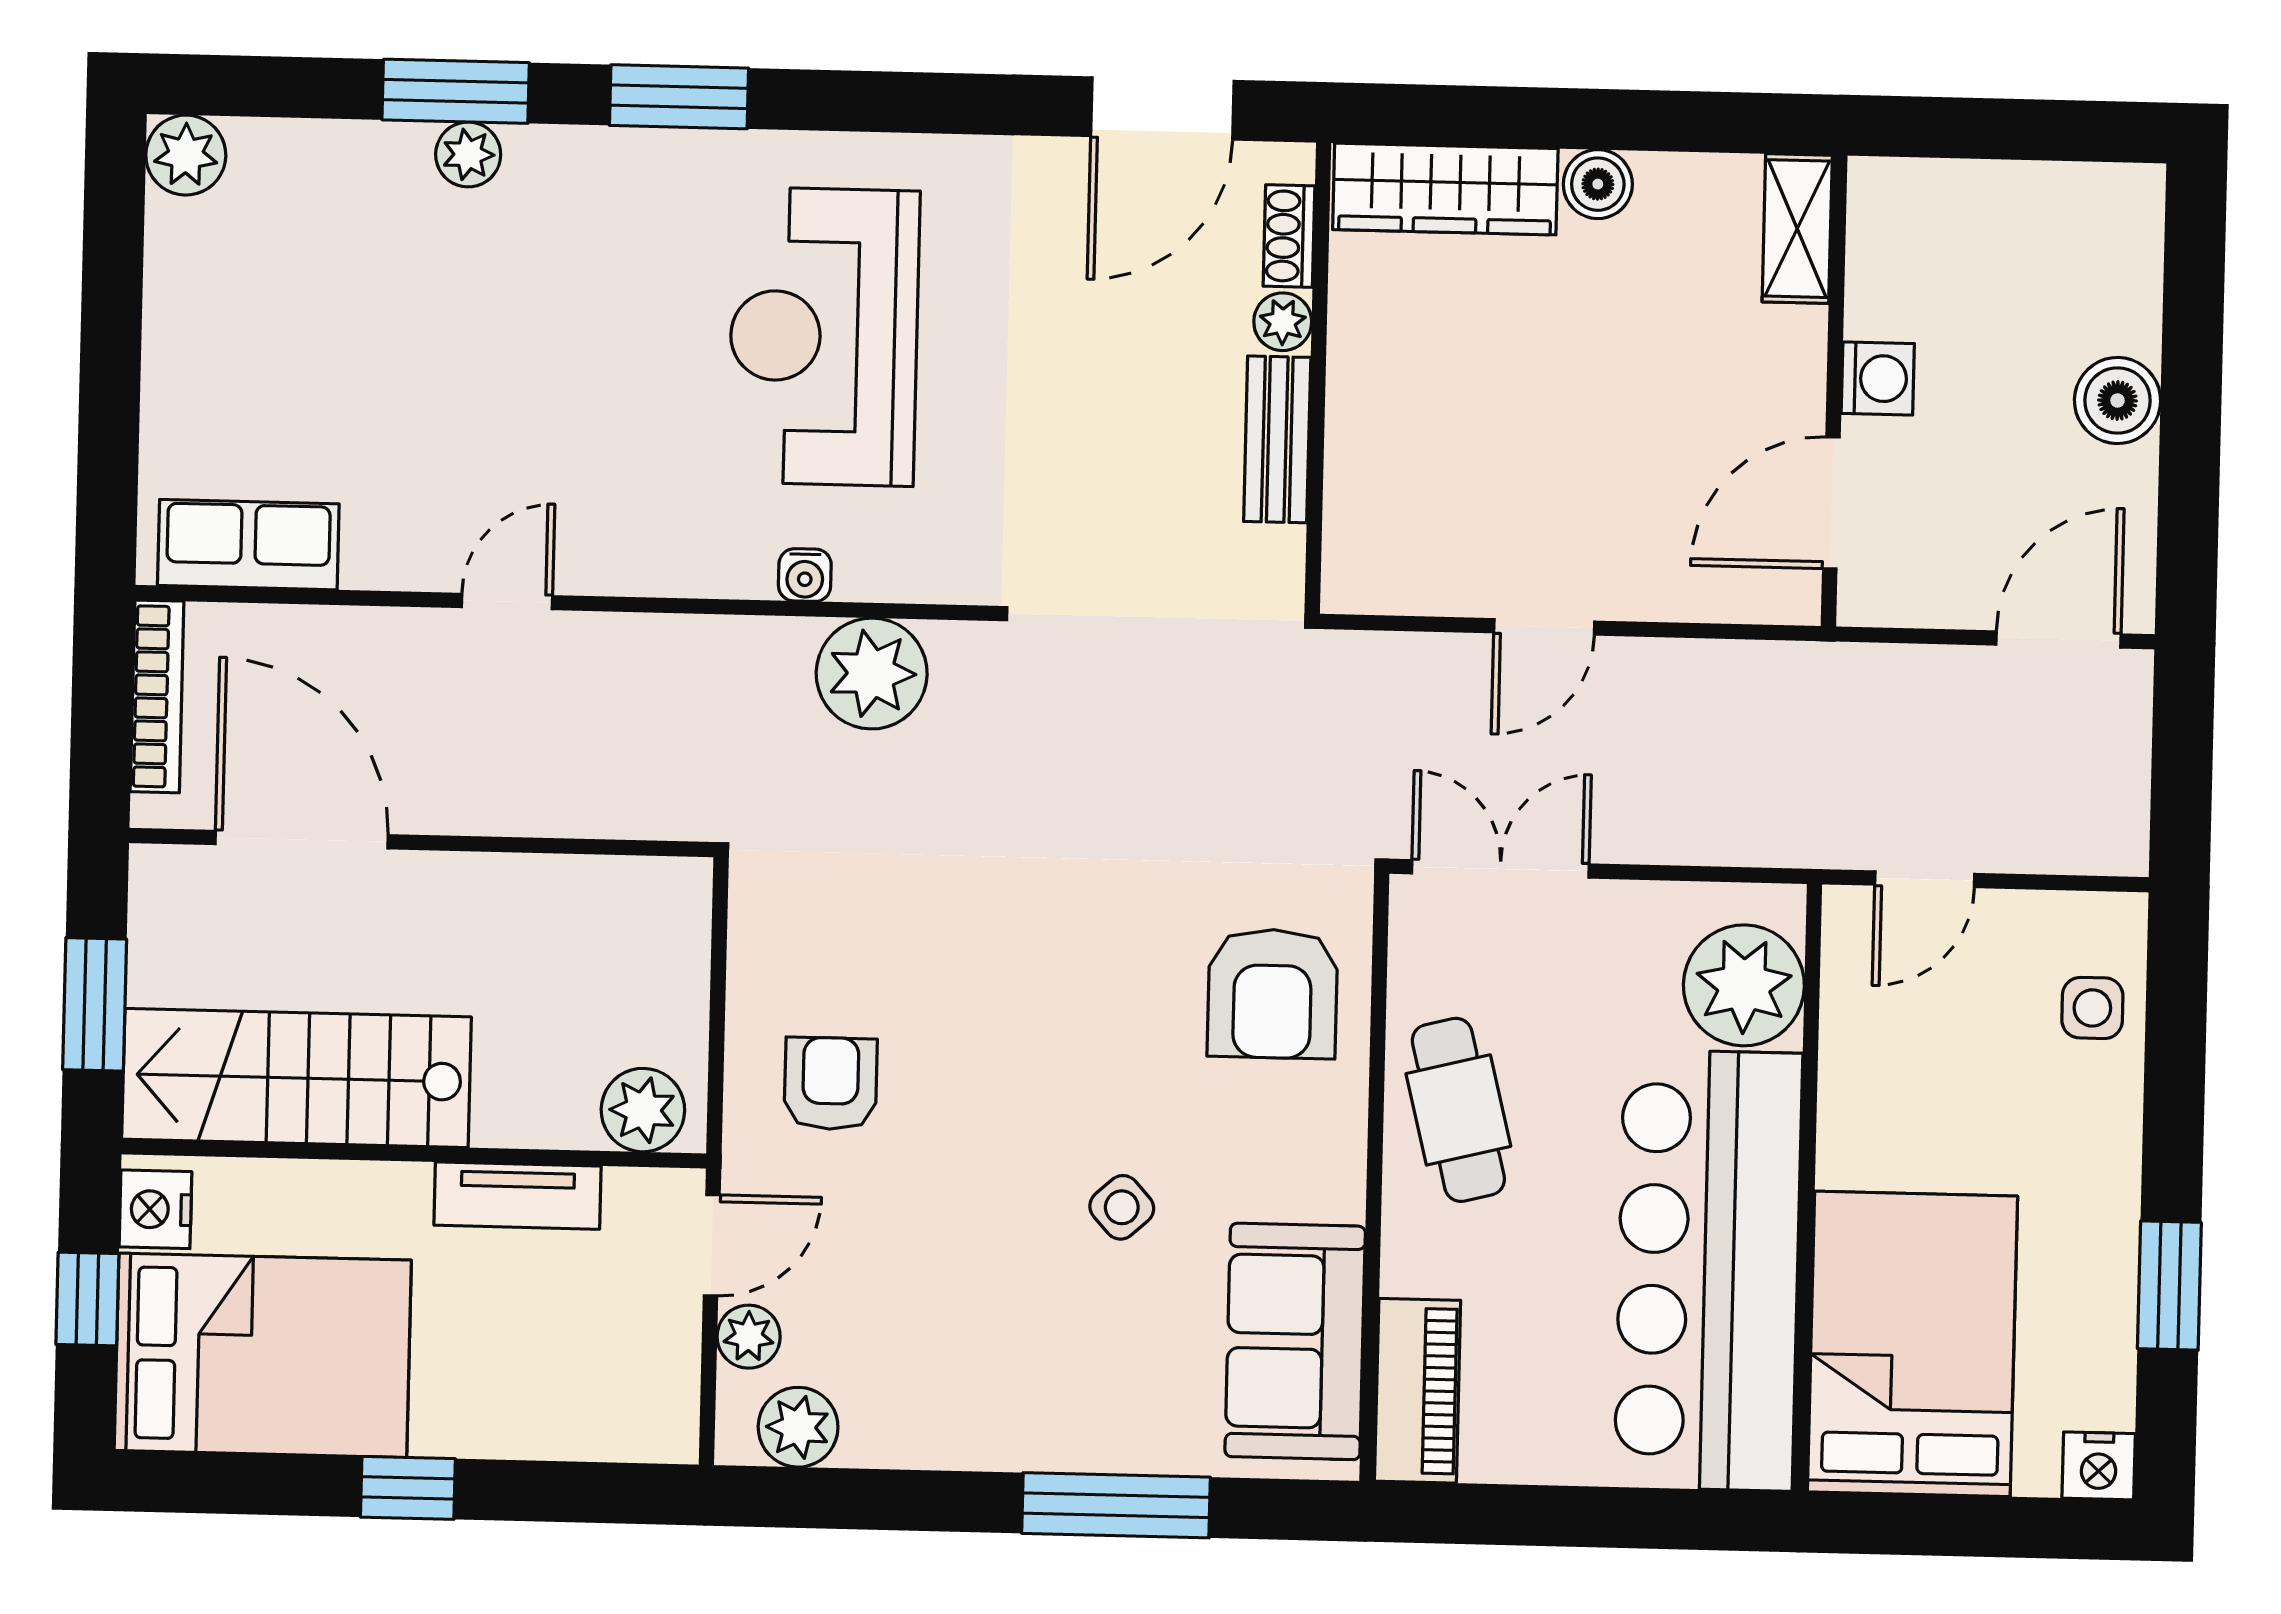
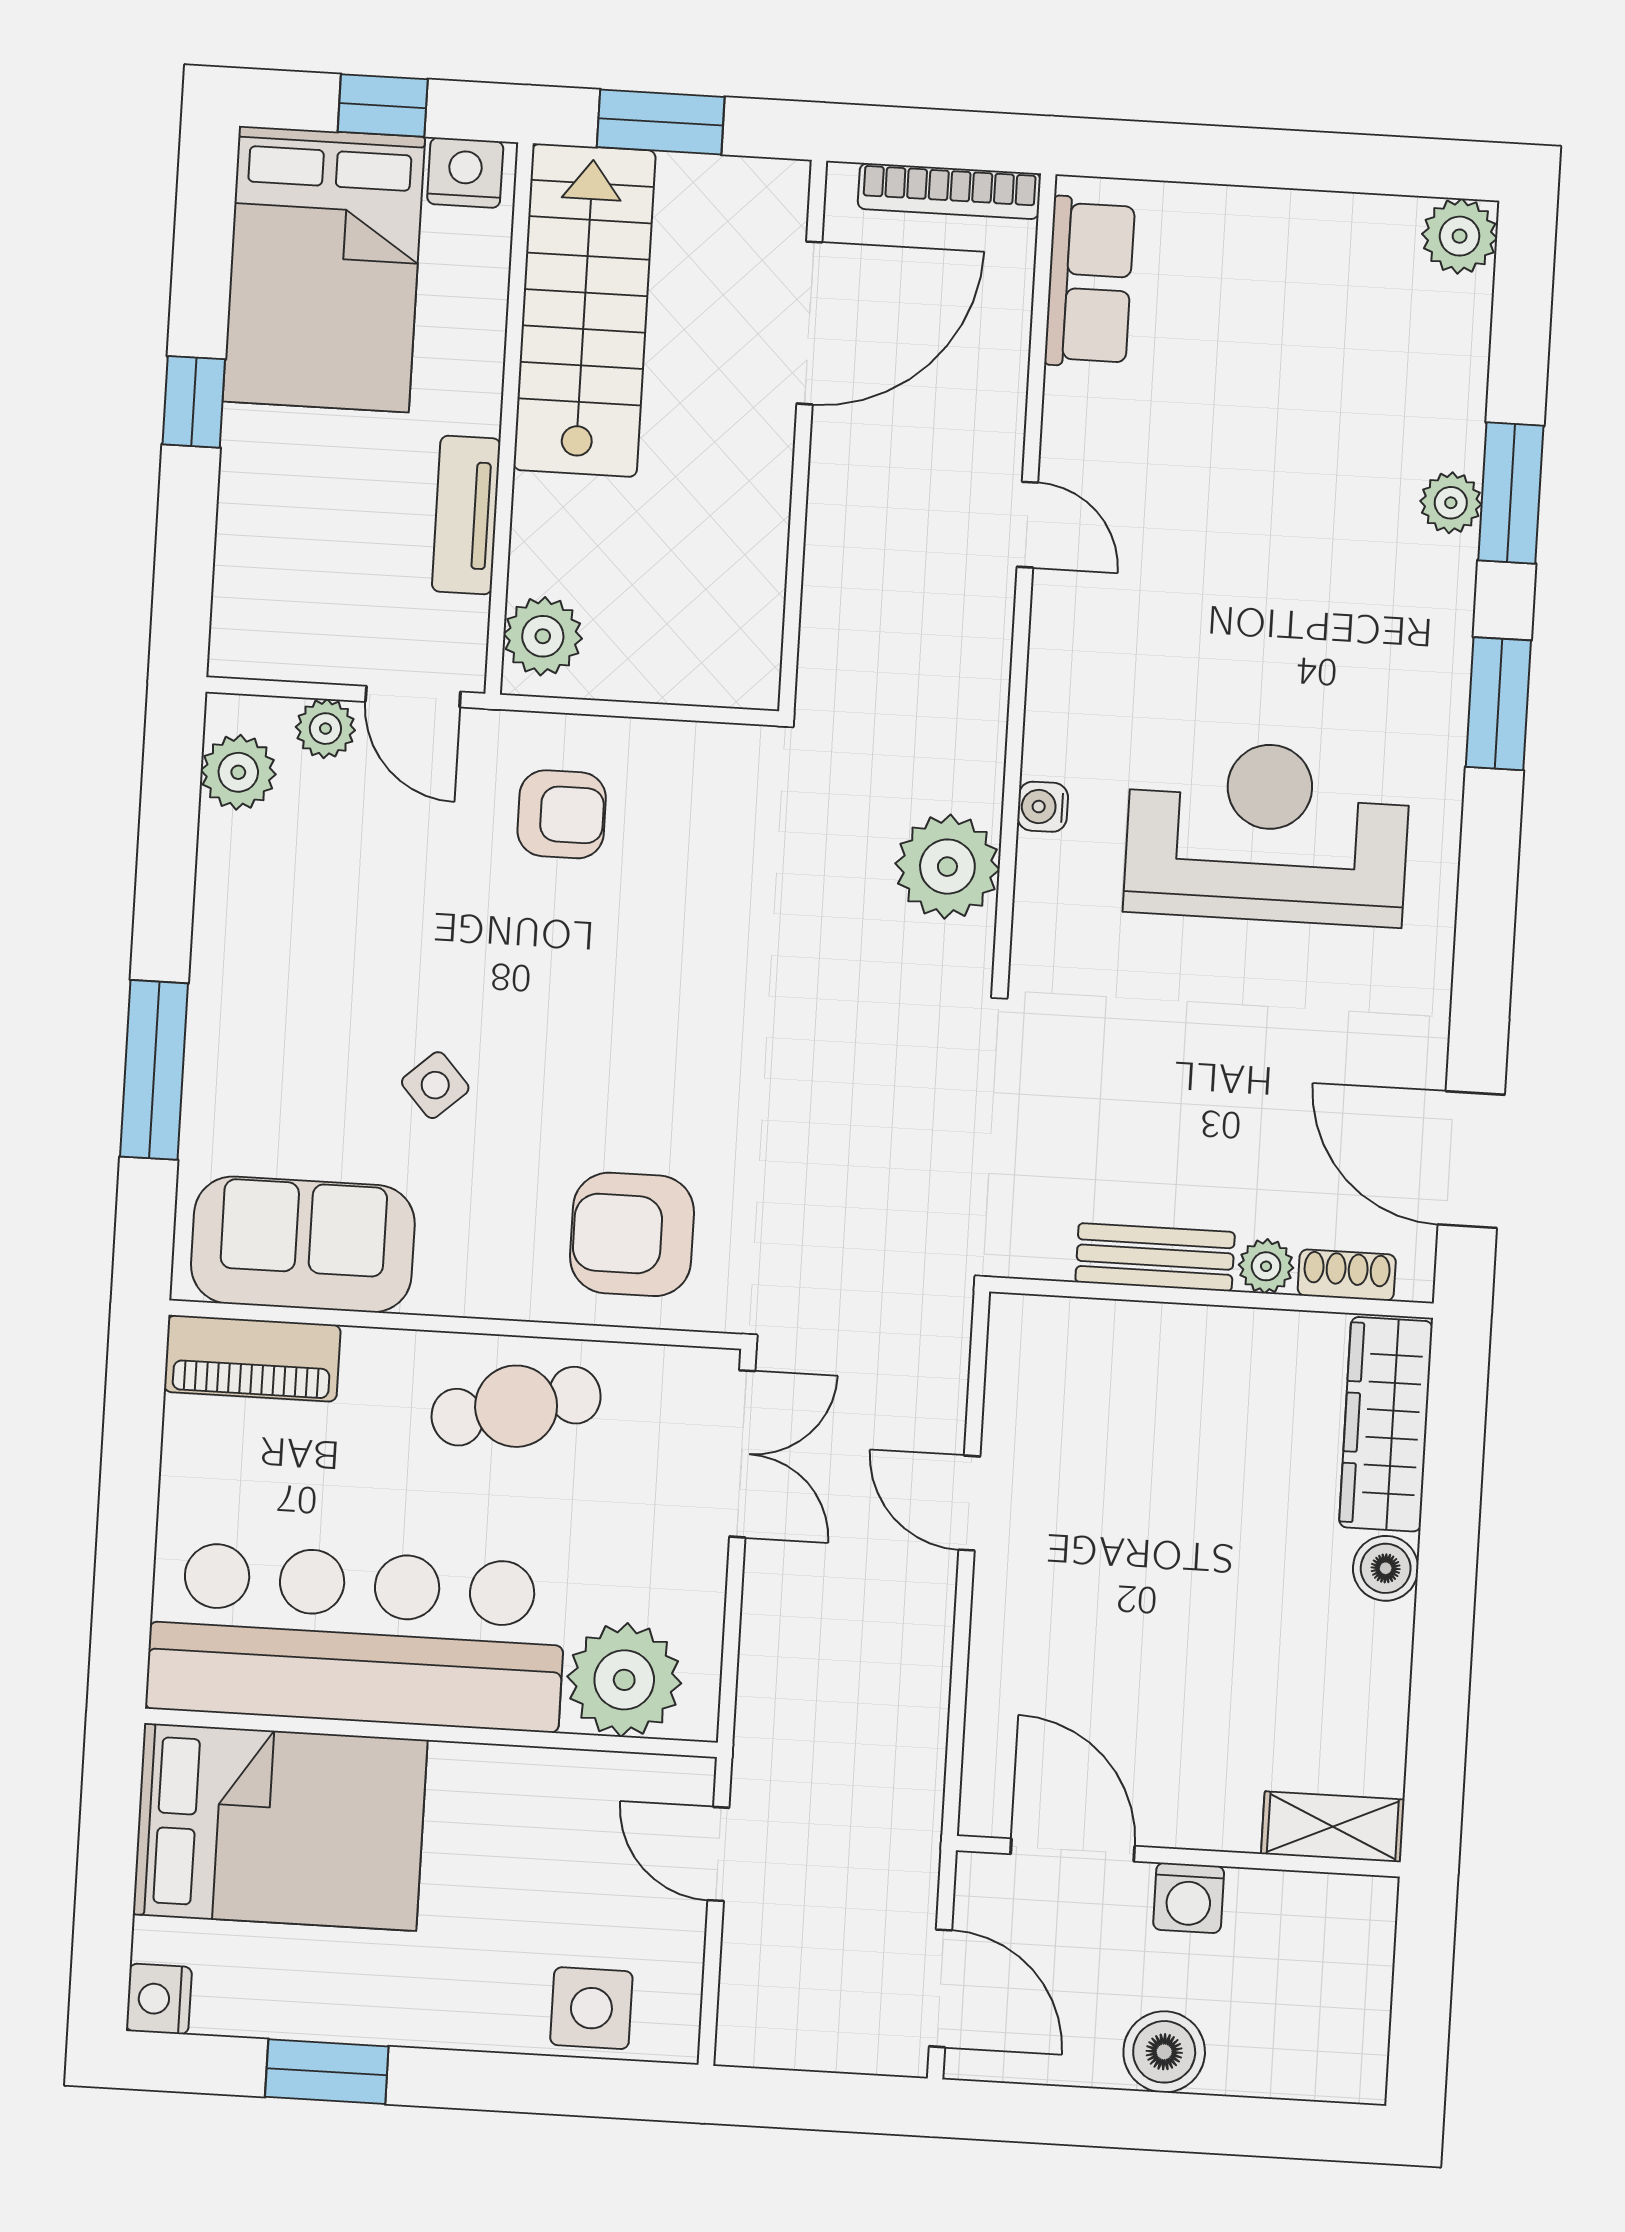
shelving: (1797, 229) -> (1333, 1827), moved
washing machine: (1878, 378) -> (1189, 1898), moved
wall: (1834, 391) -> (1178, 1856), moved
door: (1831, 503) -> (1073, 1850), moved
side table: (2092, 1008) -> (591, 2008), width x1.37, depth x1.37

